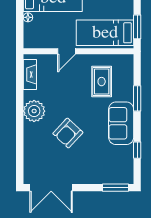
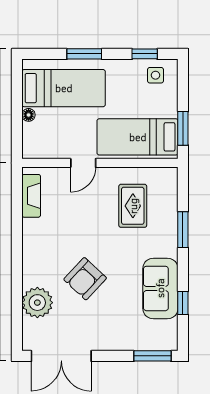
plant: (34, 111) -> (37, 303), moved
sofa: (121, 123) -> (160, 288), moved

